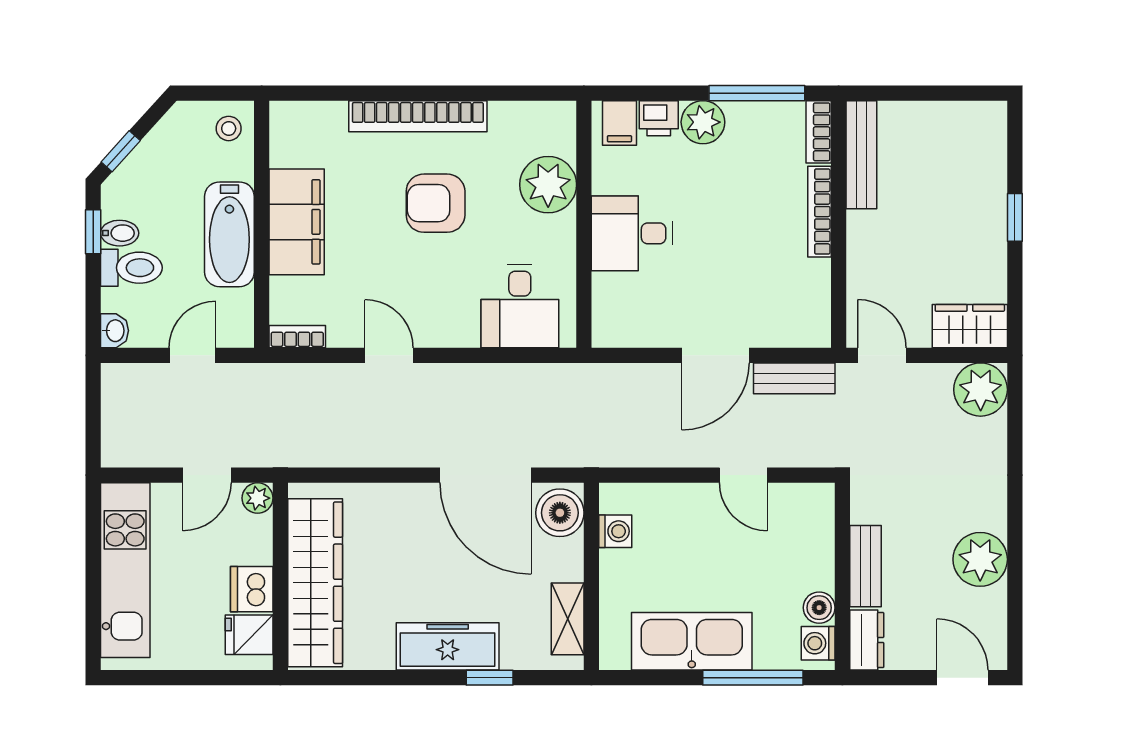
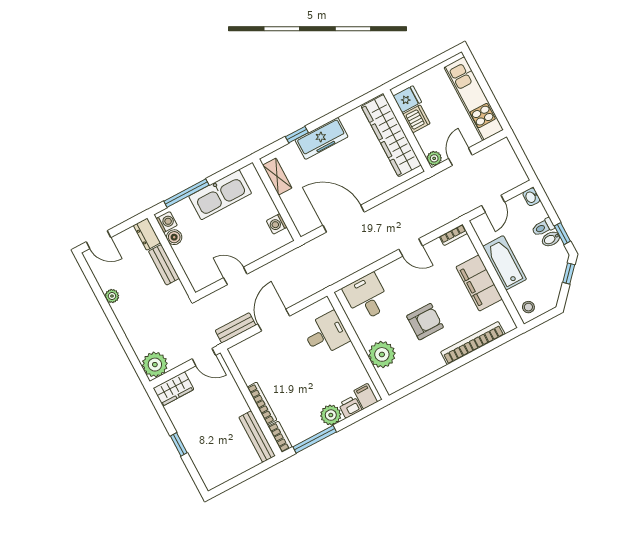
bookcase: (418, 116) -> (473, 343), moved
desk: (632, 233) -> (326, 334), moved
toilet: (131, 268) -> (543, 227), width x0.73, depth x0.72
boiler: (560, 513) -> (304, 219), removed
plant: (980, 559) -> (112, 296), width x0.53, depth x0.53

